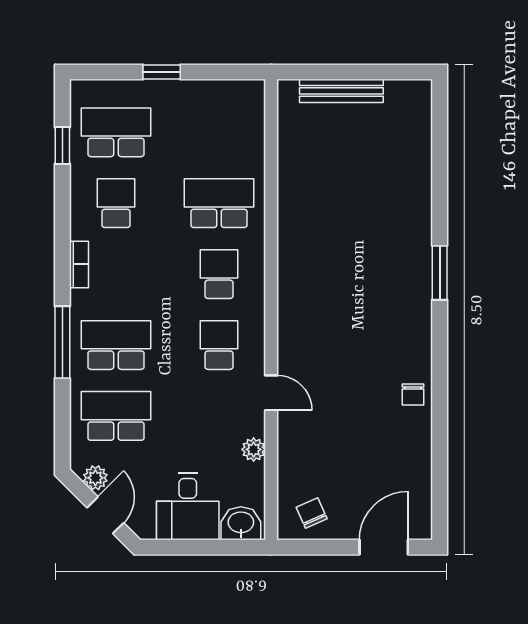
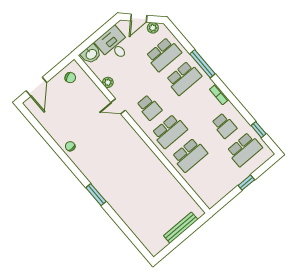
school desk: (219, 274) -> (169, 131), width x1.85
door: (105, 515) -> (139, 18), hinge flipped

